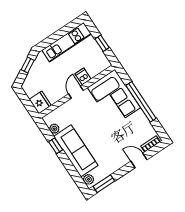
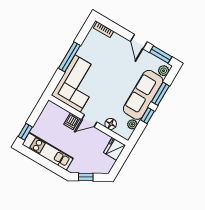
window: (102, 43) -> (25, 132), moved
window: (141, 102) -> (69, 57), width x0.68
floor lamp: (64, 110) -> (111, 124), added
door: (139, 160) -> (139, 42), moved
window: (69, 167) -> (160, 94), added

